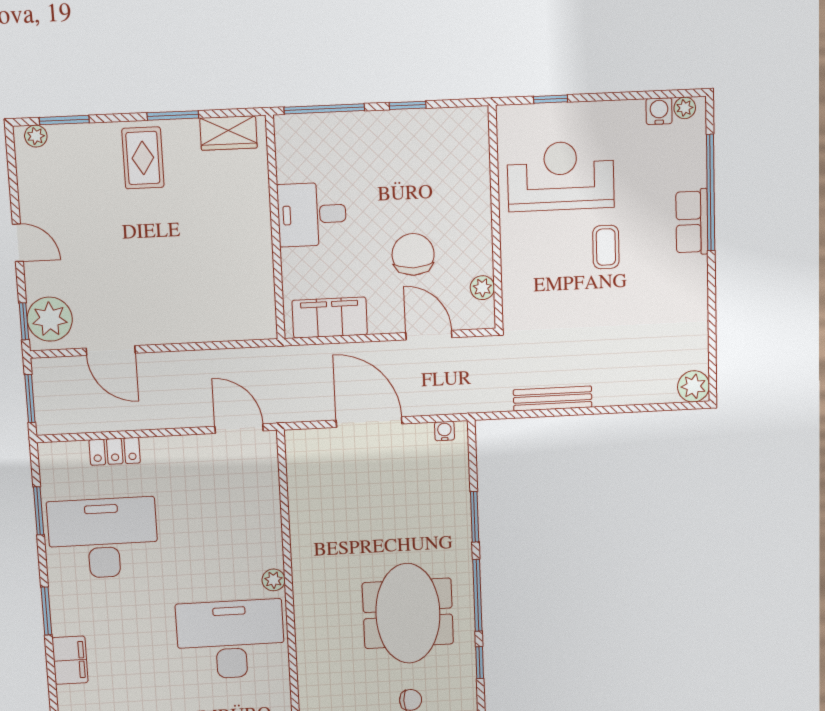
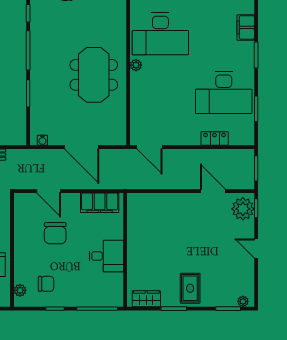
chair: (427, 154) -> (46, 284), added
plant: (482, 288) -> (20, 290), moved
meeting table: (408, 613) -> (94, 75), moved

